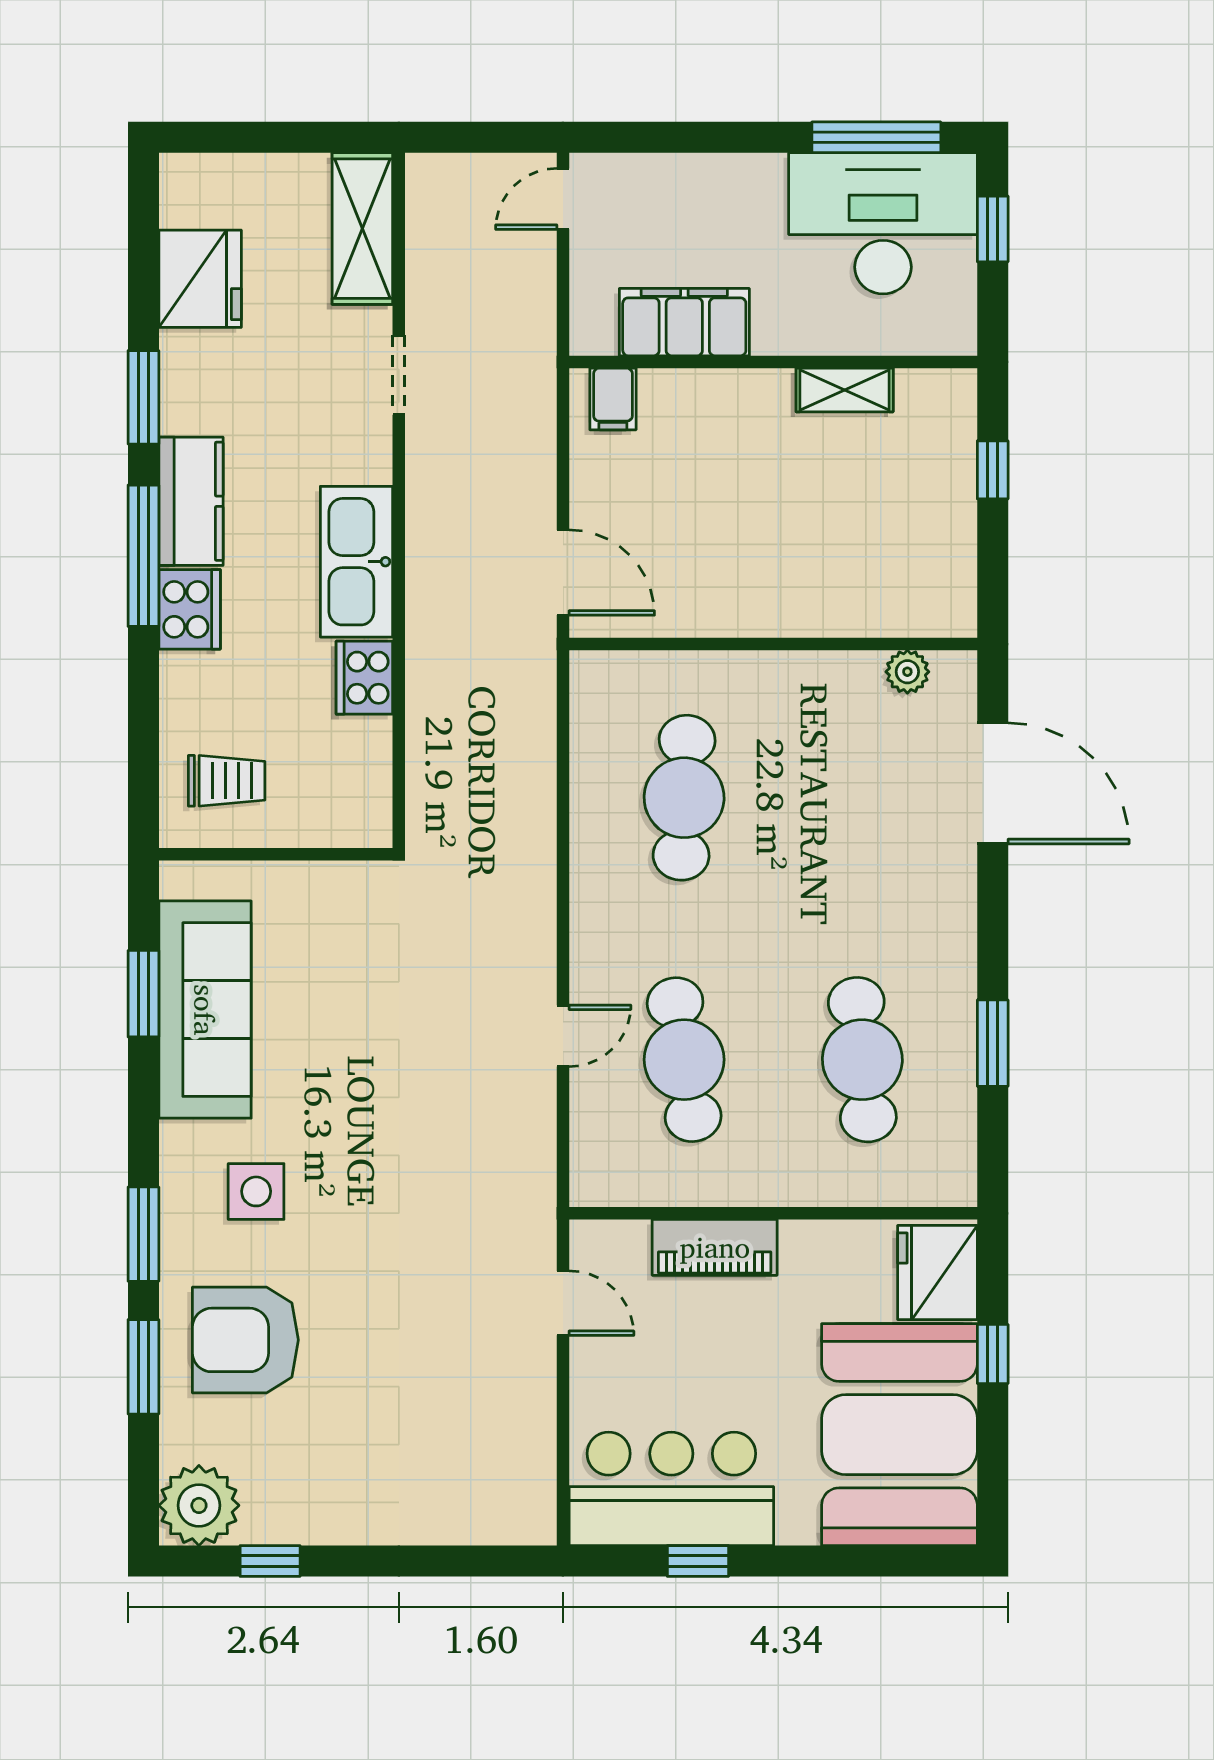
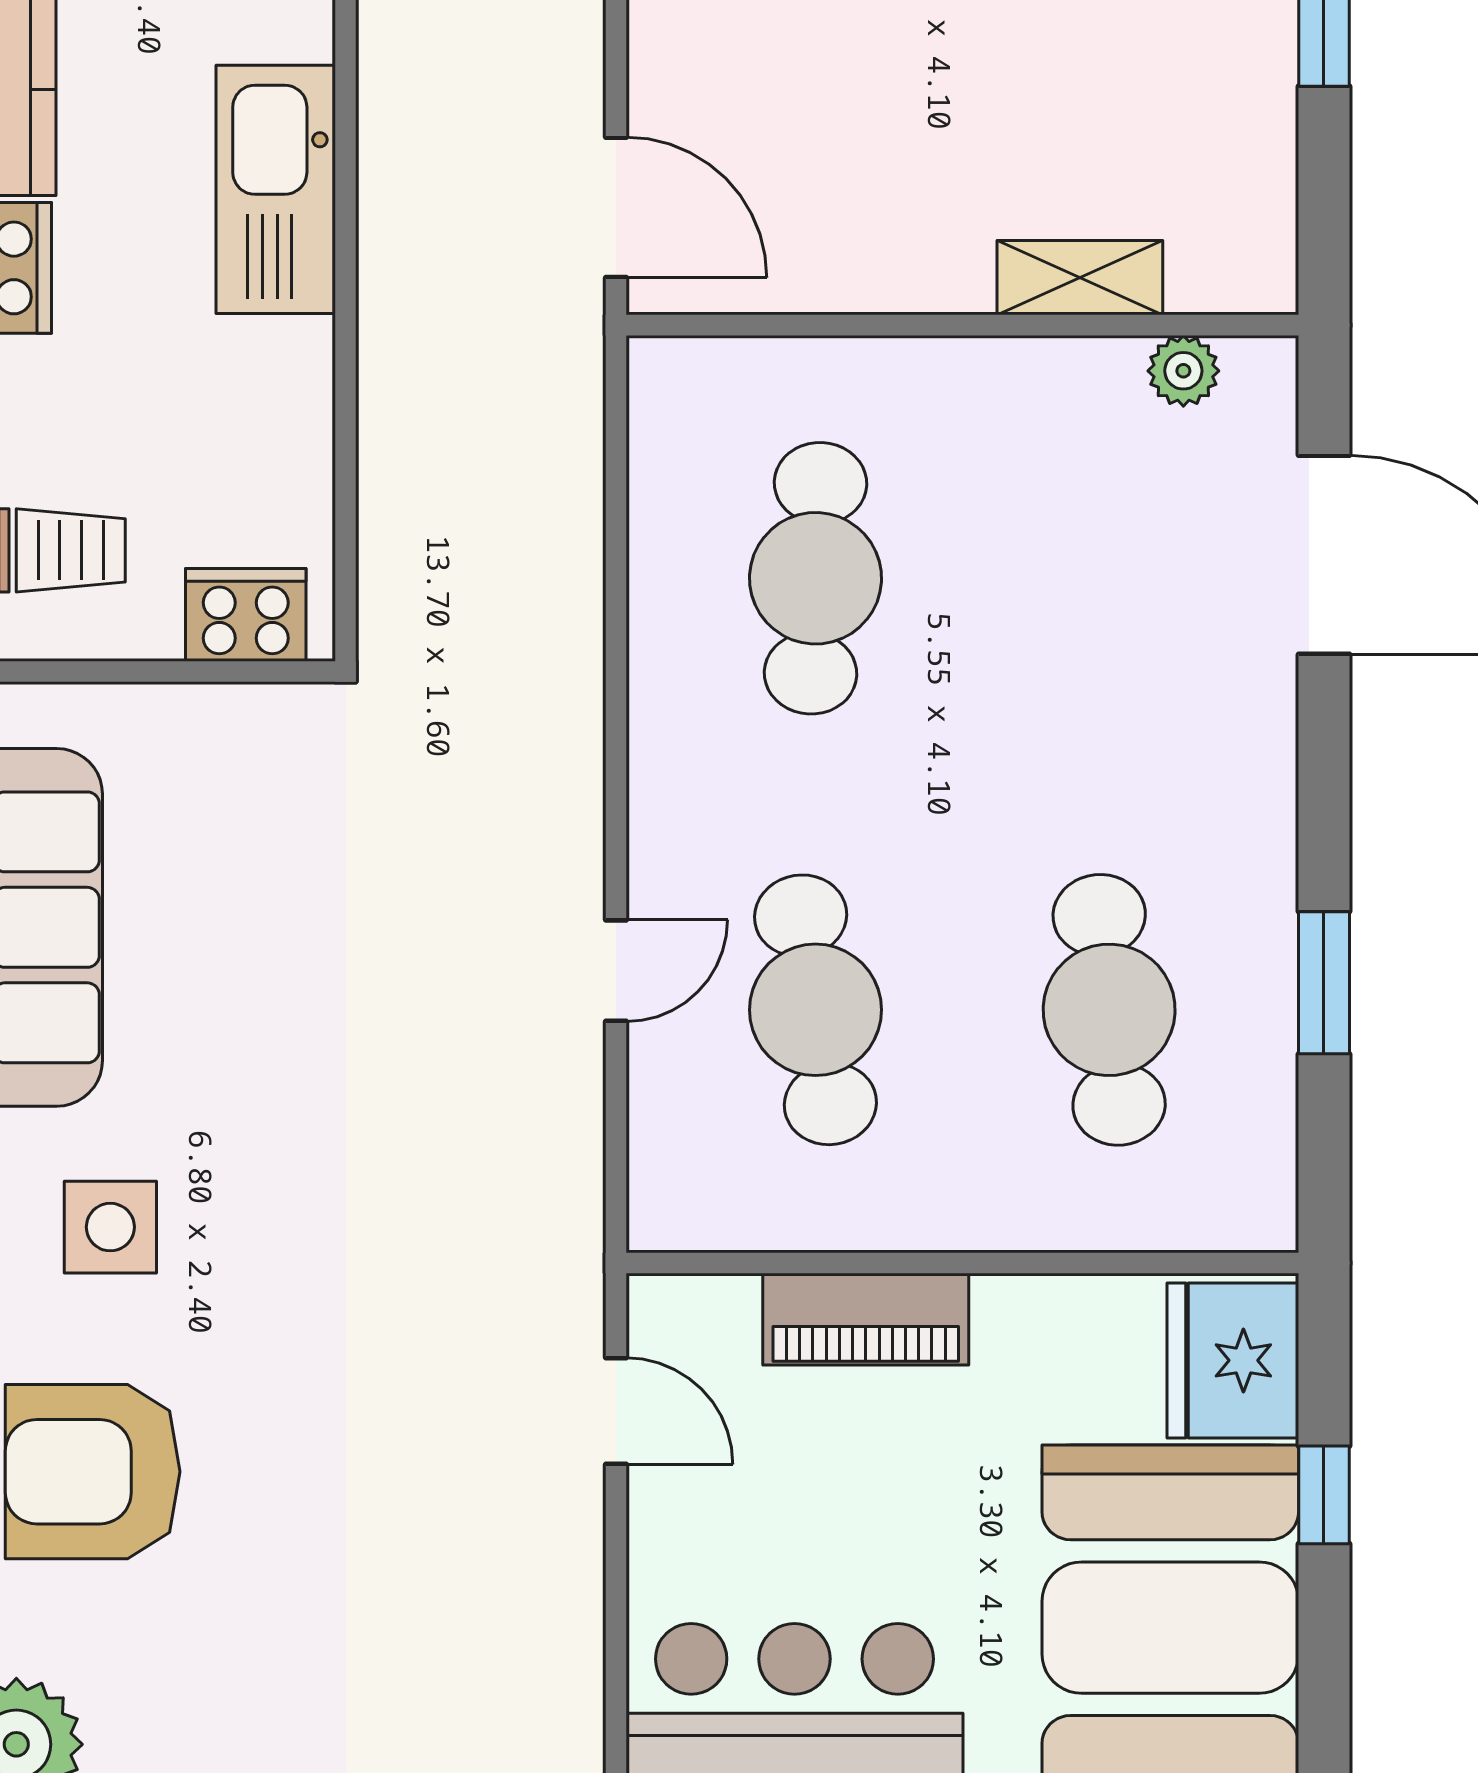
shelving: (845, 615) -> (1080, 278), added
cooker: (364, 678) -> (246, 615), moved, turned 90

